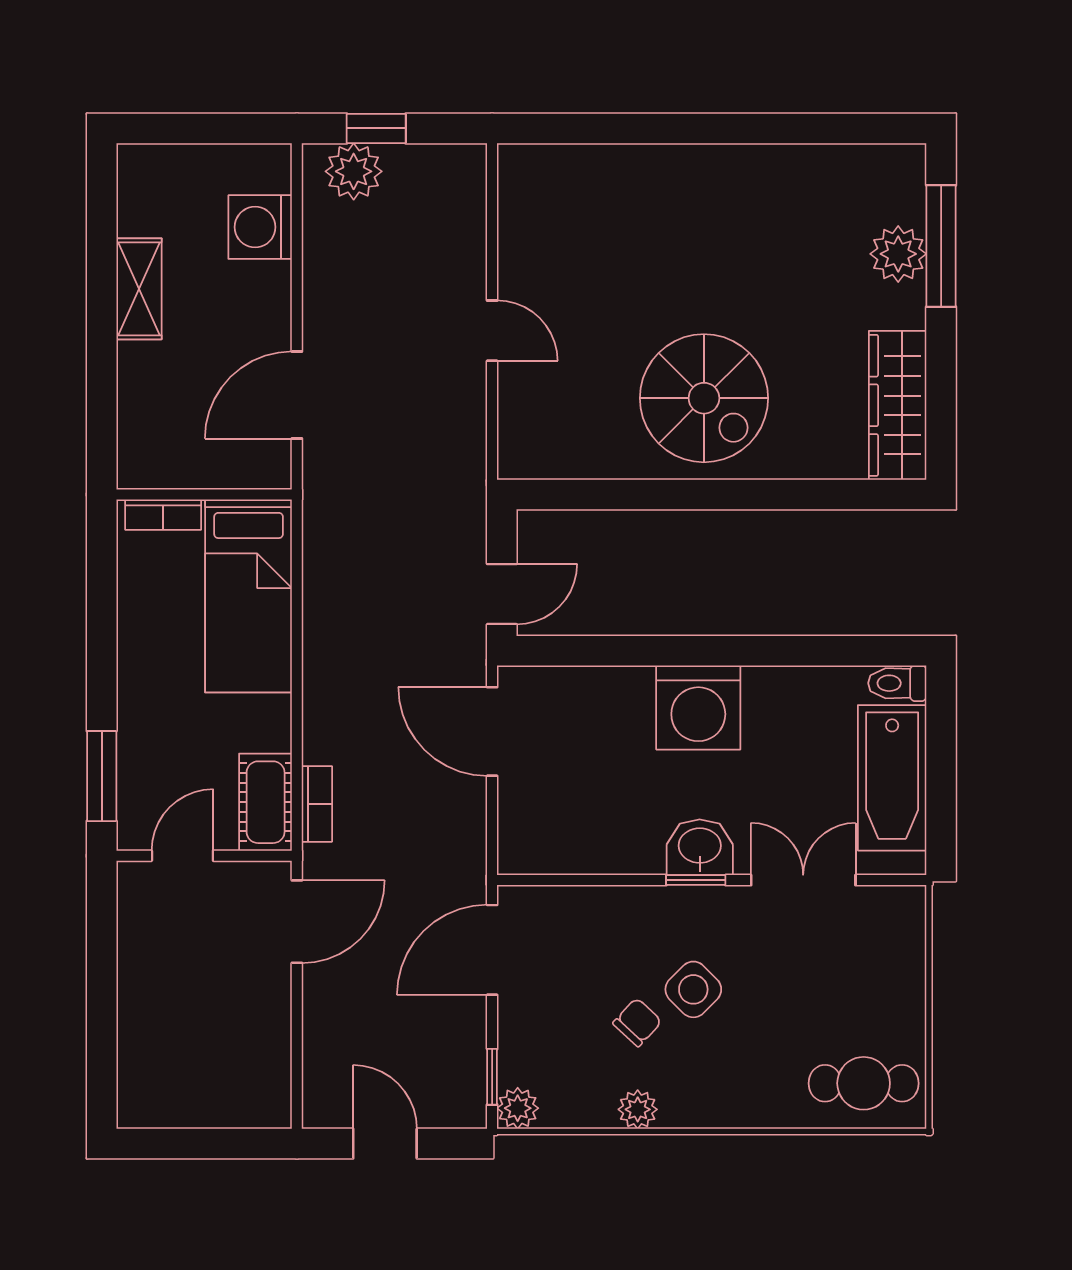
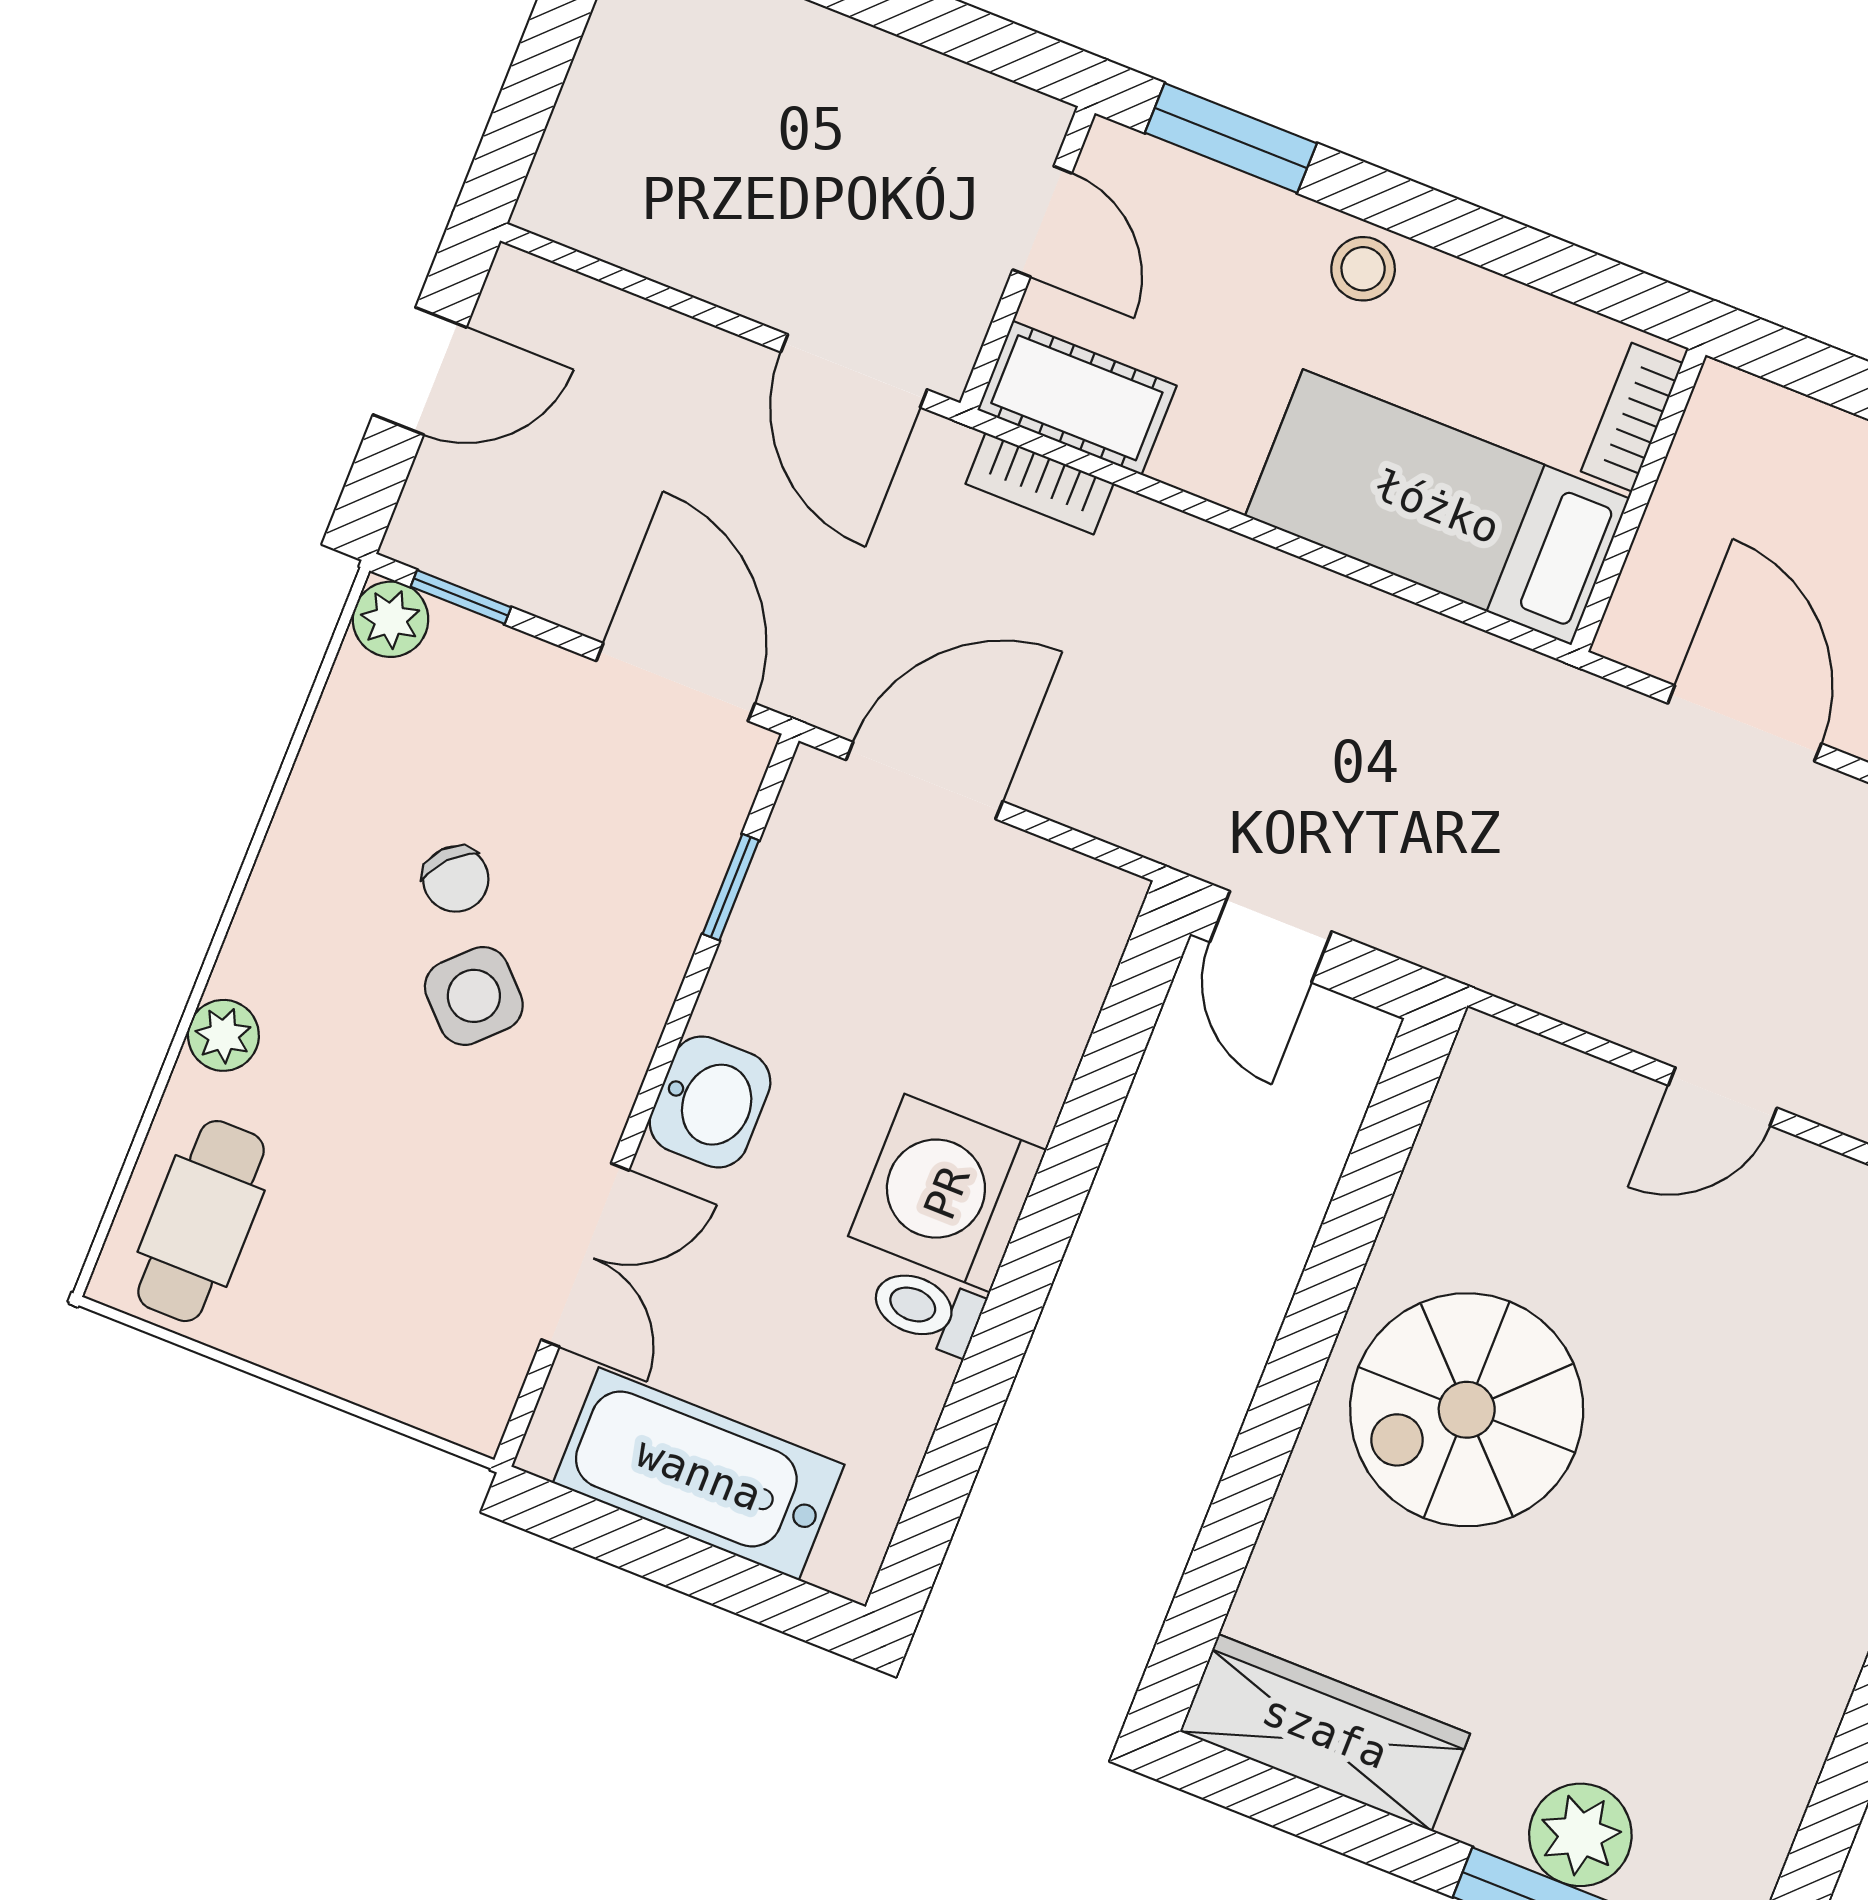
stool: (142, 682) -> (1363, 269), added
toilet: (897, 683) -> (927, 1310), moved, turned -90
door: (492, 731) -> (924, 781), moved
window: (696, 880) -> (731, 887), moved
plant: (638, 1109) -> (223, 1035), moved

